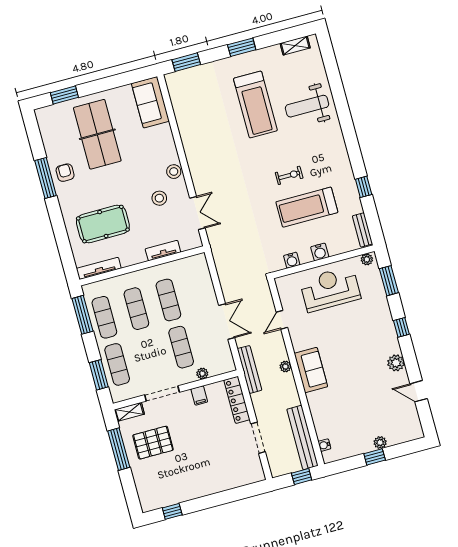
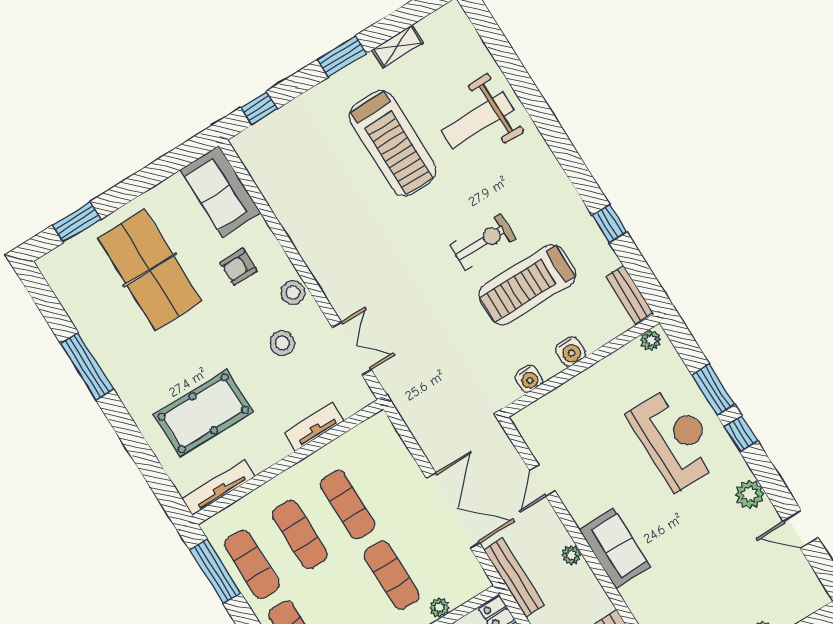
shelving: (295, 46) -> (397, 46), moved
window: (186, 62) -> (259, 108), width x0.67
armchair: (65, 173) -> (238, 267), moved, turned -90
exercise bike: (289, 175) -> (483, 242), width x1.38, depth x1.39
window: (389, 281) -> (713, 390), moved
reception desk: (330, 289) -> (674, 438), moved, turned 90
double door: (227, 321) -> (453, 511), width x1.37

